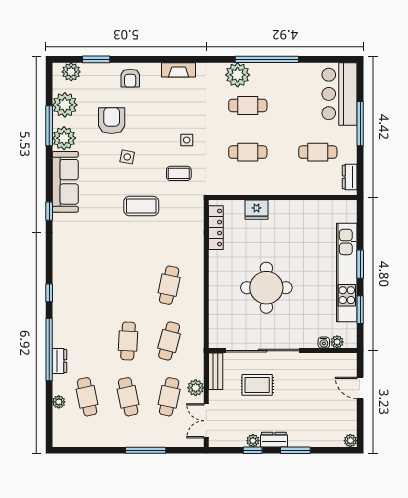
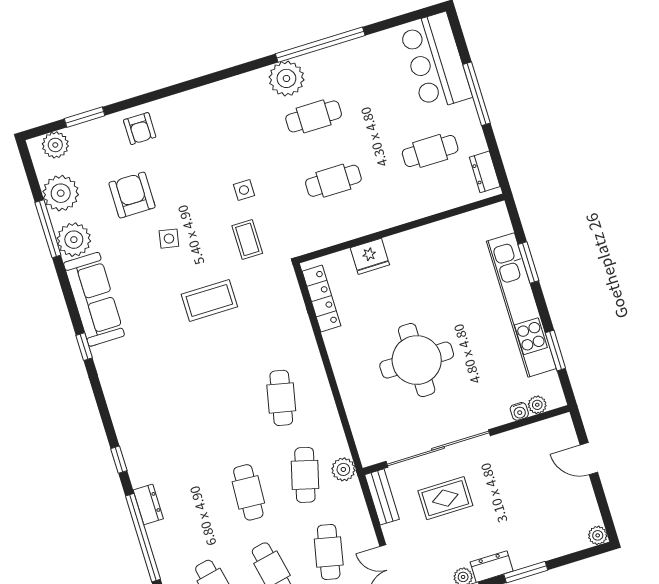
fireplace: (179, 70) -> (203, 97), removed
coffee table: (179, 173) -> (247, 239), turned 90
window: (360, 264) -> (528, 262), moved
dresser: (59, 361) -> (148, 504), moved
plant: (196, 388) -> (343, 469), moved

